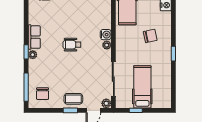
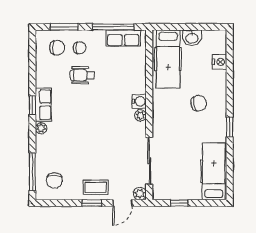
wheelchair: (72, 45) -> (82, 75), moved
window: (26, 52) -> (32, 105), moved
hospital bed: (142, 87) -> (214, 171), moved

